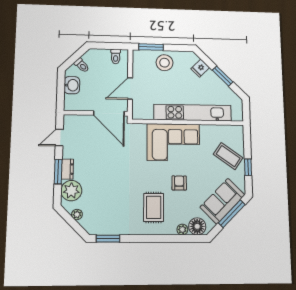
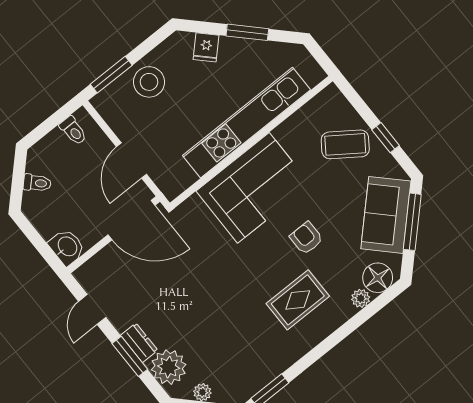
washbasin: (72, 85) -> (67, 247), moved
rug: (154, 207) -> (298, 300), turned 90

